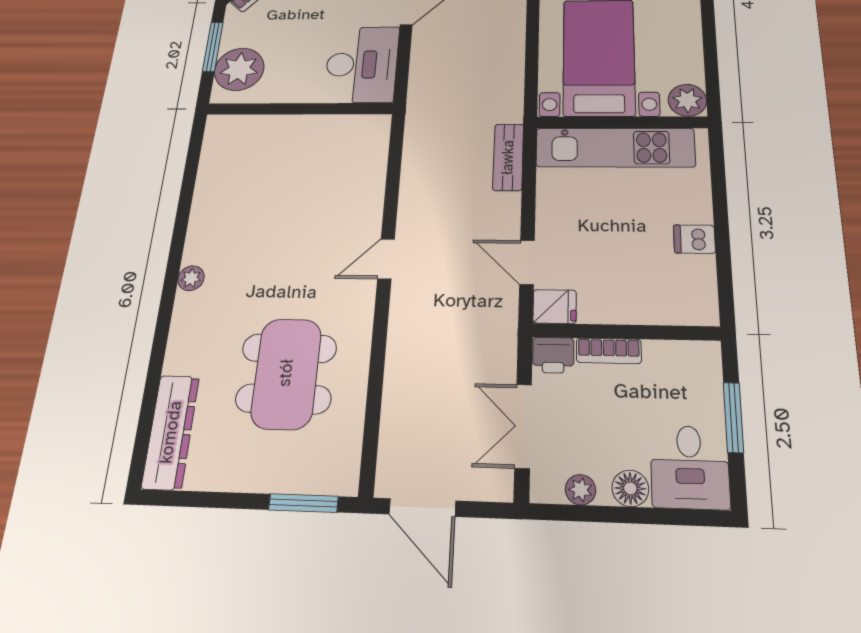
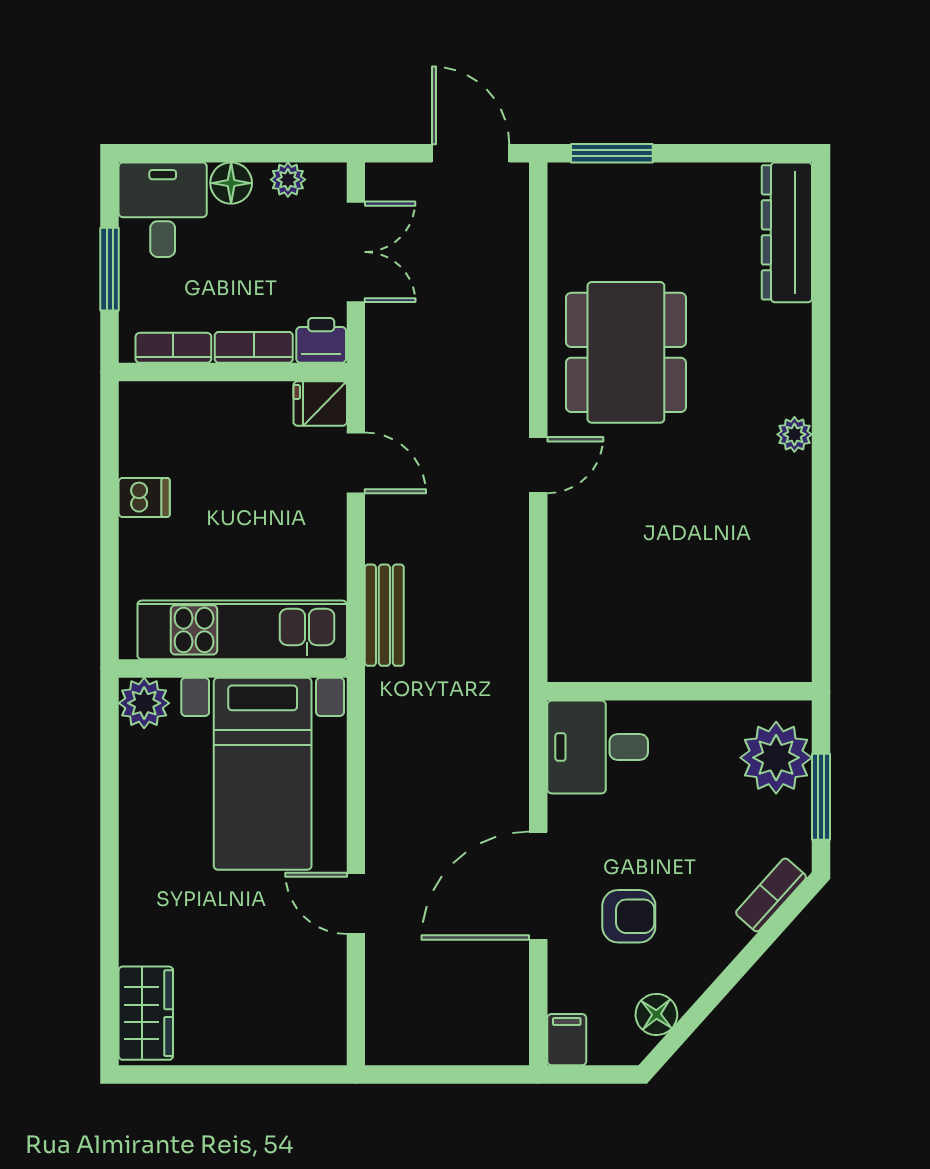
desk: (362, 64) -> (598, 747), width x0.73
bookcase: (676, 352) -> (173, 348), added
dining table: (286, 373) -> (626, 352), moved

